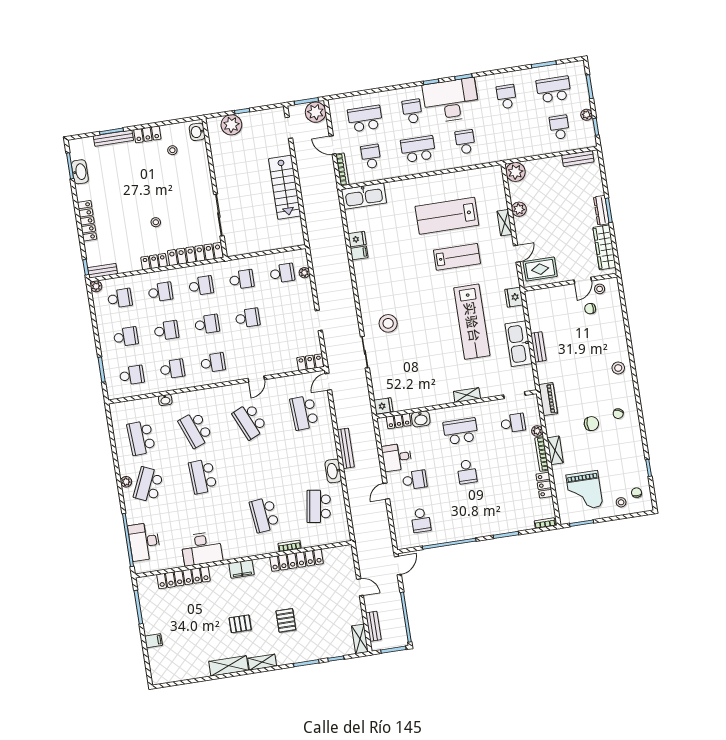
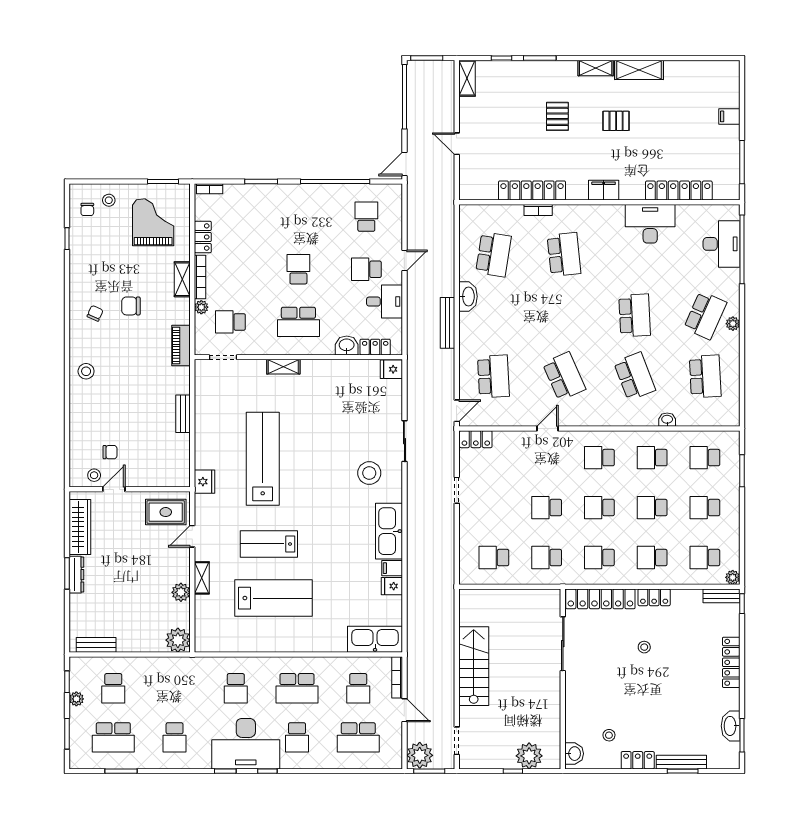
plant: (304, 273) -> (465, 554), removed
kitchen sink: (519, 344) -> (389, 531), moved, turned 180
bench: (373, 626) -> (447, 92), removed

